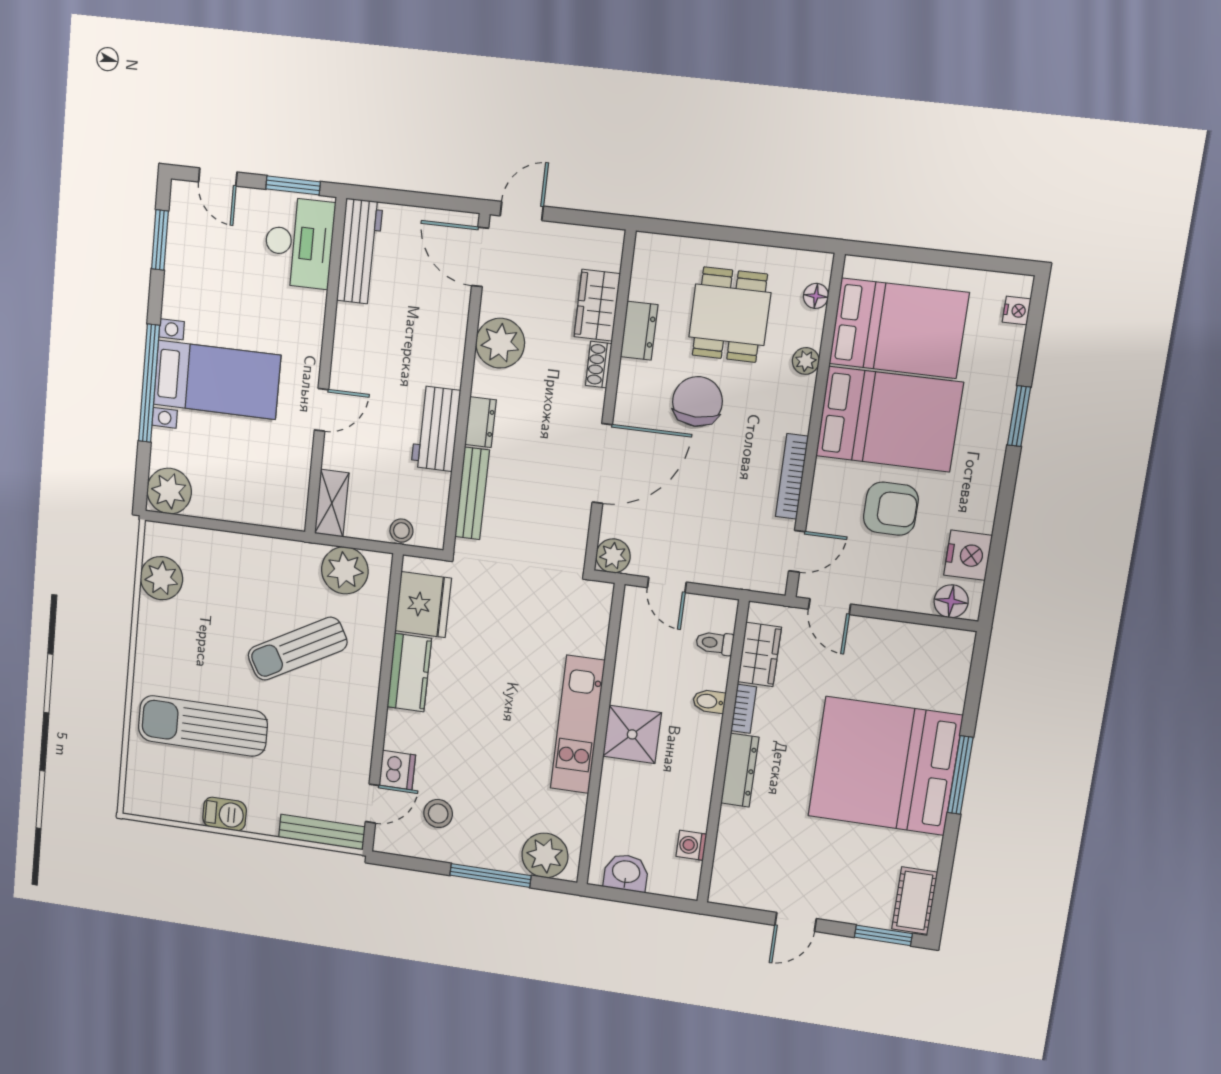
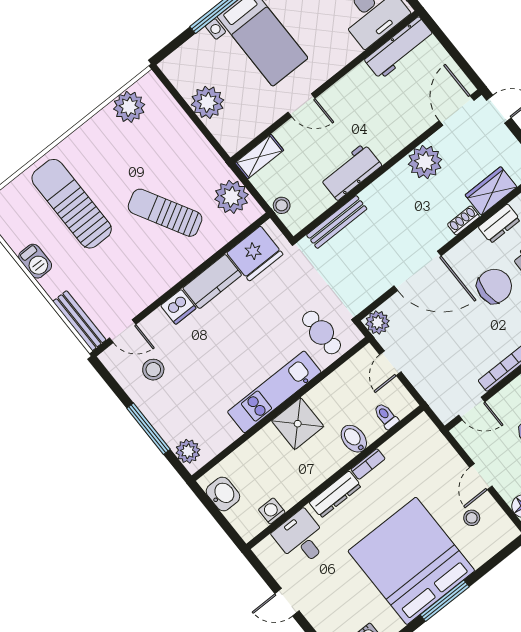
dresser: (480, 422) -> (377, 191), removed
plant: (169, 491) -> (208, 102), moved
door: (830, 607) -> (481, 477), moved
cafe table: (566, 620) -> (322, 332), added
wardrobe: (759, 654) -> (403, 443), removed
stool: (907, 664) -> (472, 518), added
bidet: (709, 701) -> (354, 439), width x1.38, depth x1.36
dishwasher: (397, 770) -> (178, 307), moved
desk: (748, 846) -> (301, 538), added
plant: (545, 855) -> (188, 451), width x0.73, depth x0.73

